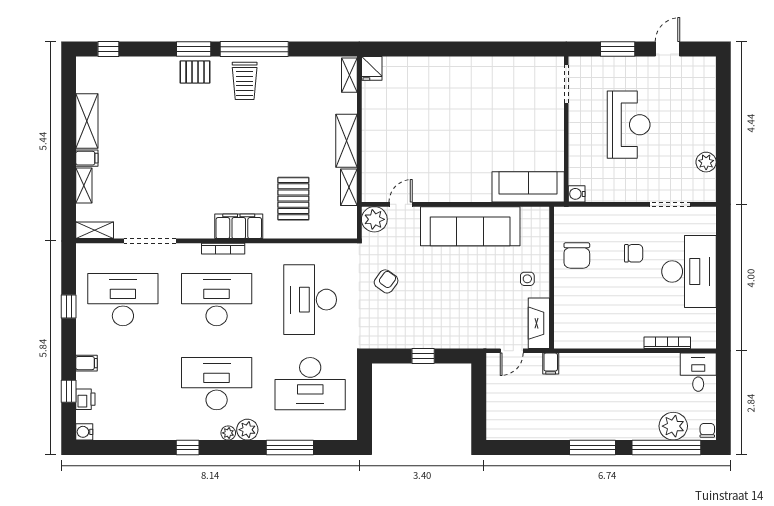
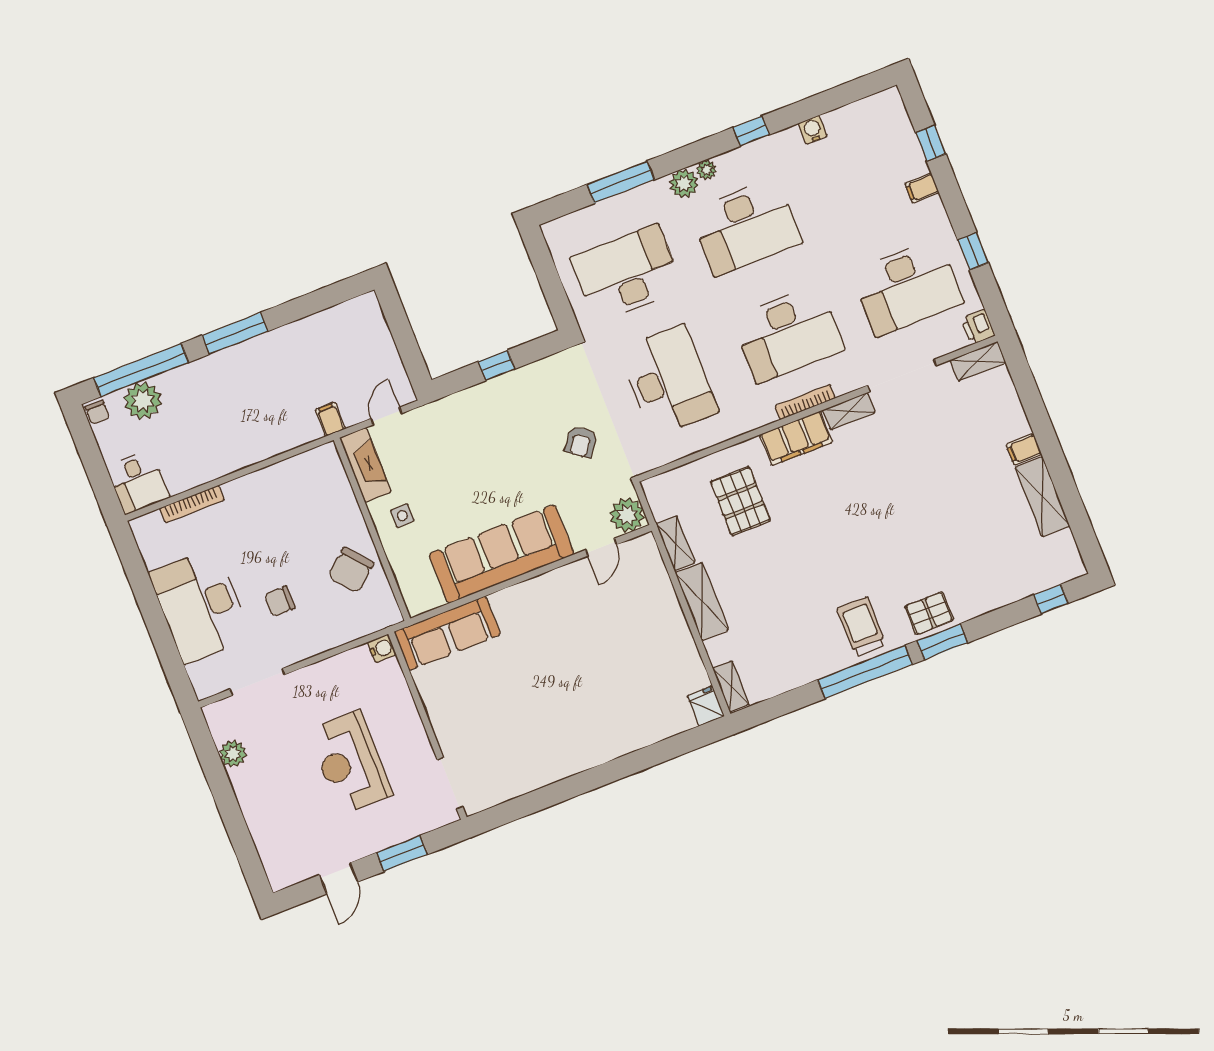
shelving: (84, 185) -> (849, 411), moved, turned 90
chair: (577, 255) -> (351, 570), turned -130
printer: (85, 399) -> (978, 327), moved
water cooler: (84, 432) -> (813, 130), moved, turned -90

